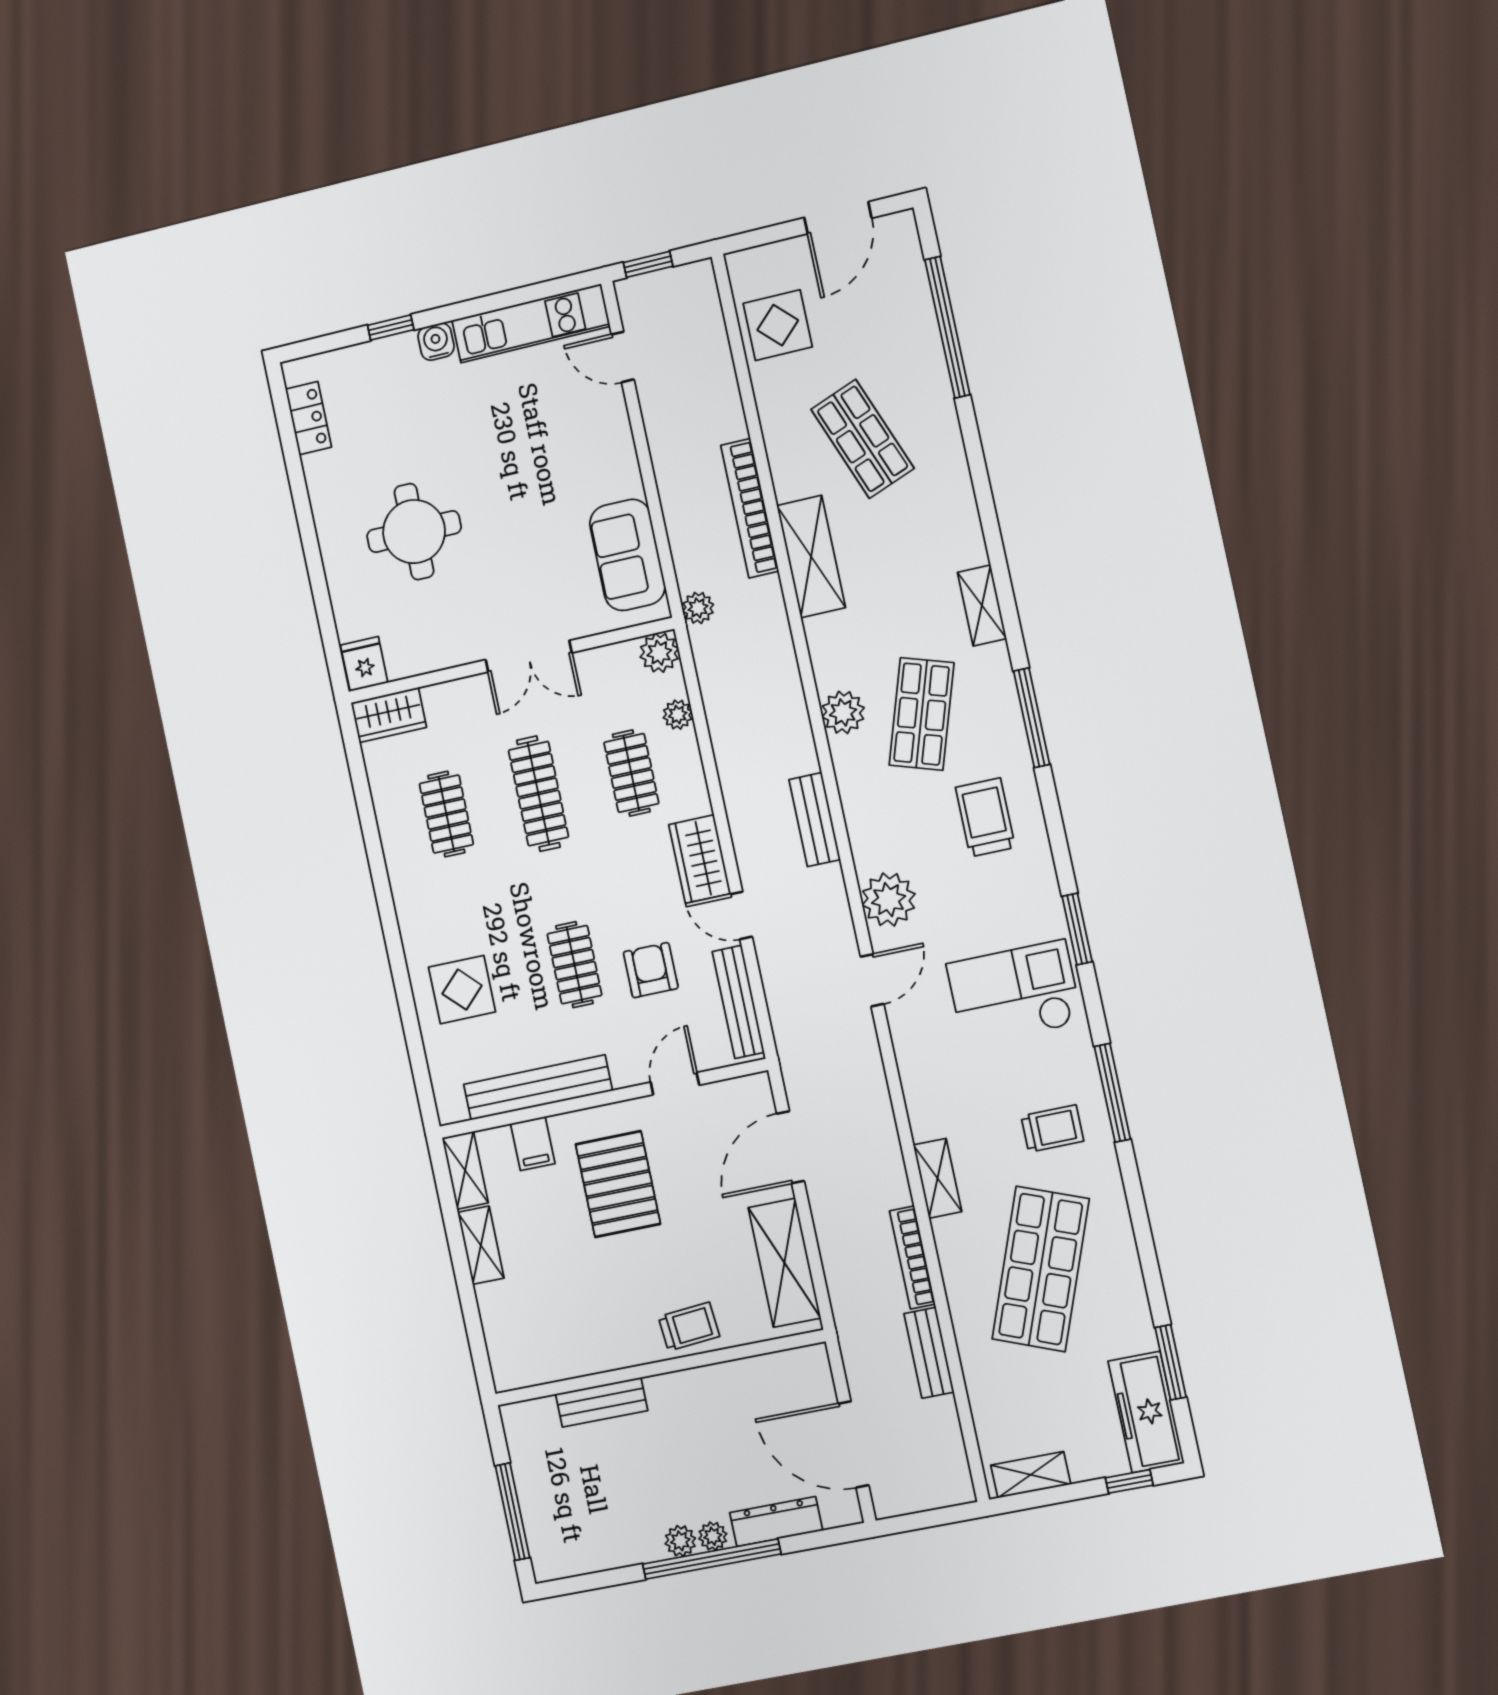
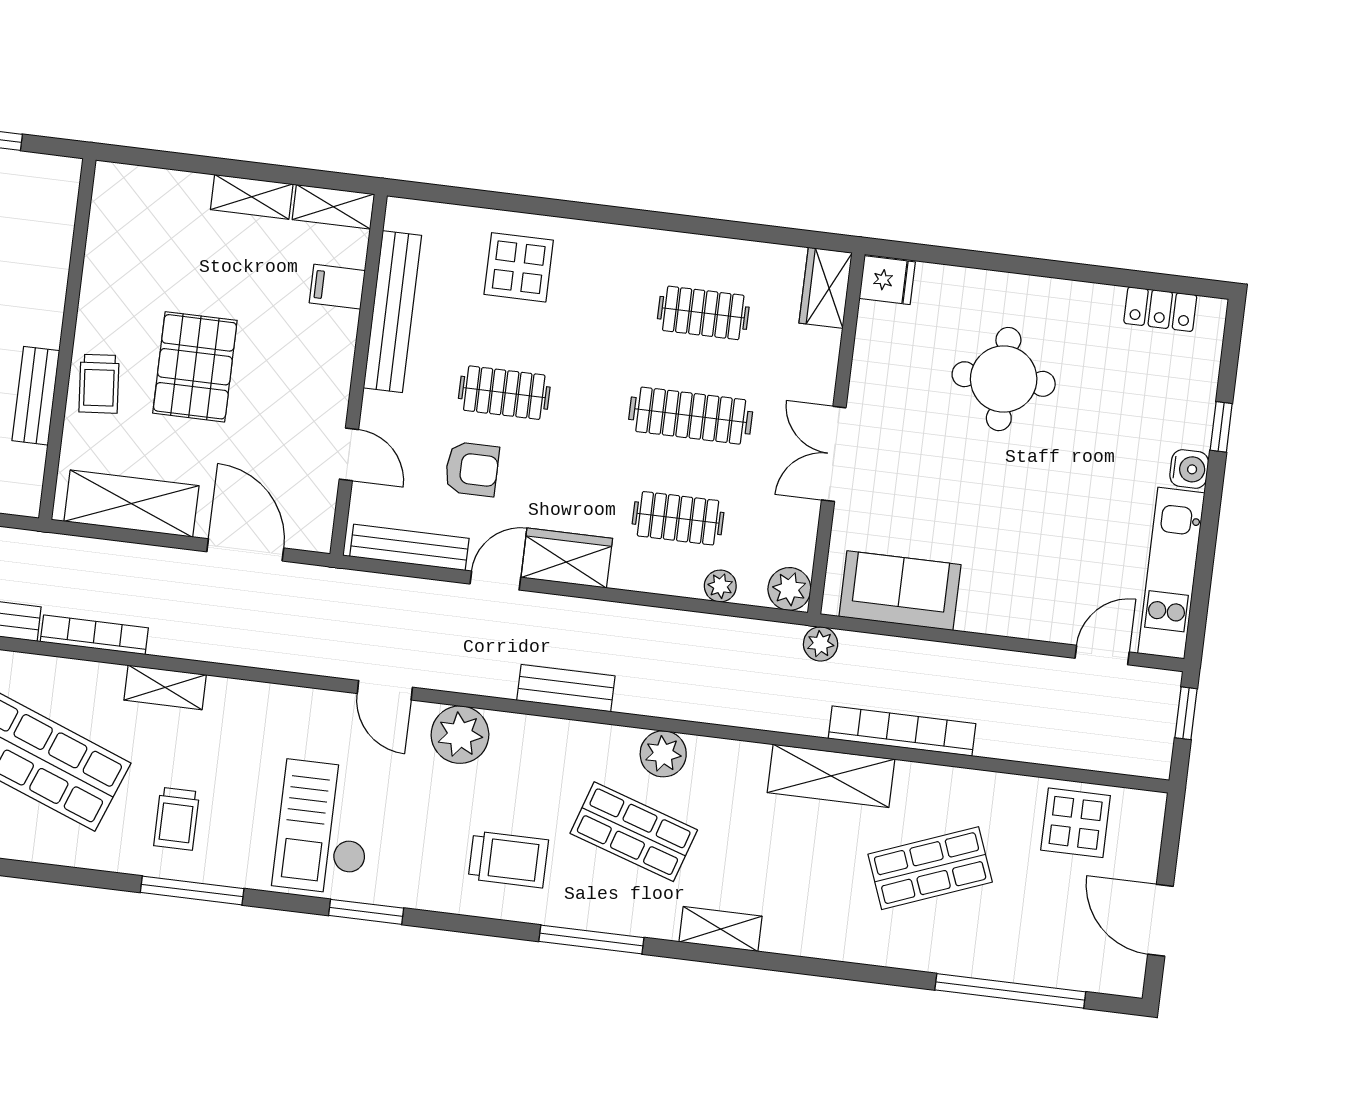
checkout: (1014, 993) -> (324, 828), turned 180
pallet: (618, 1184) -> (195, 367), moved, turned 90
bench: (602, 1402) -> (36, 396), moved

